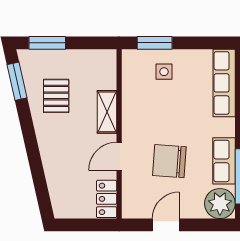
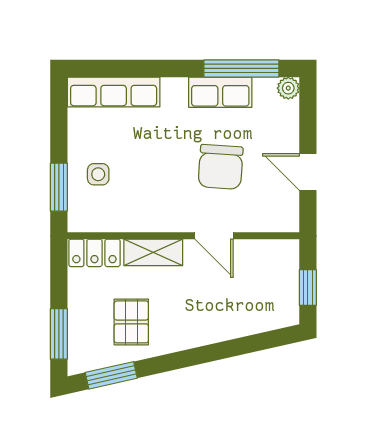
pallet: (56, 96) -> (131, 322), turned 90
locker: (107, 199) -> (94, 253), moved
plant: (220, 204) -> (288, 88), width x0.53, depth x0.53
window: (81, 225) -> (308, 287), added

